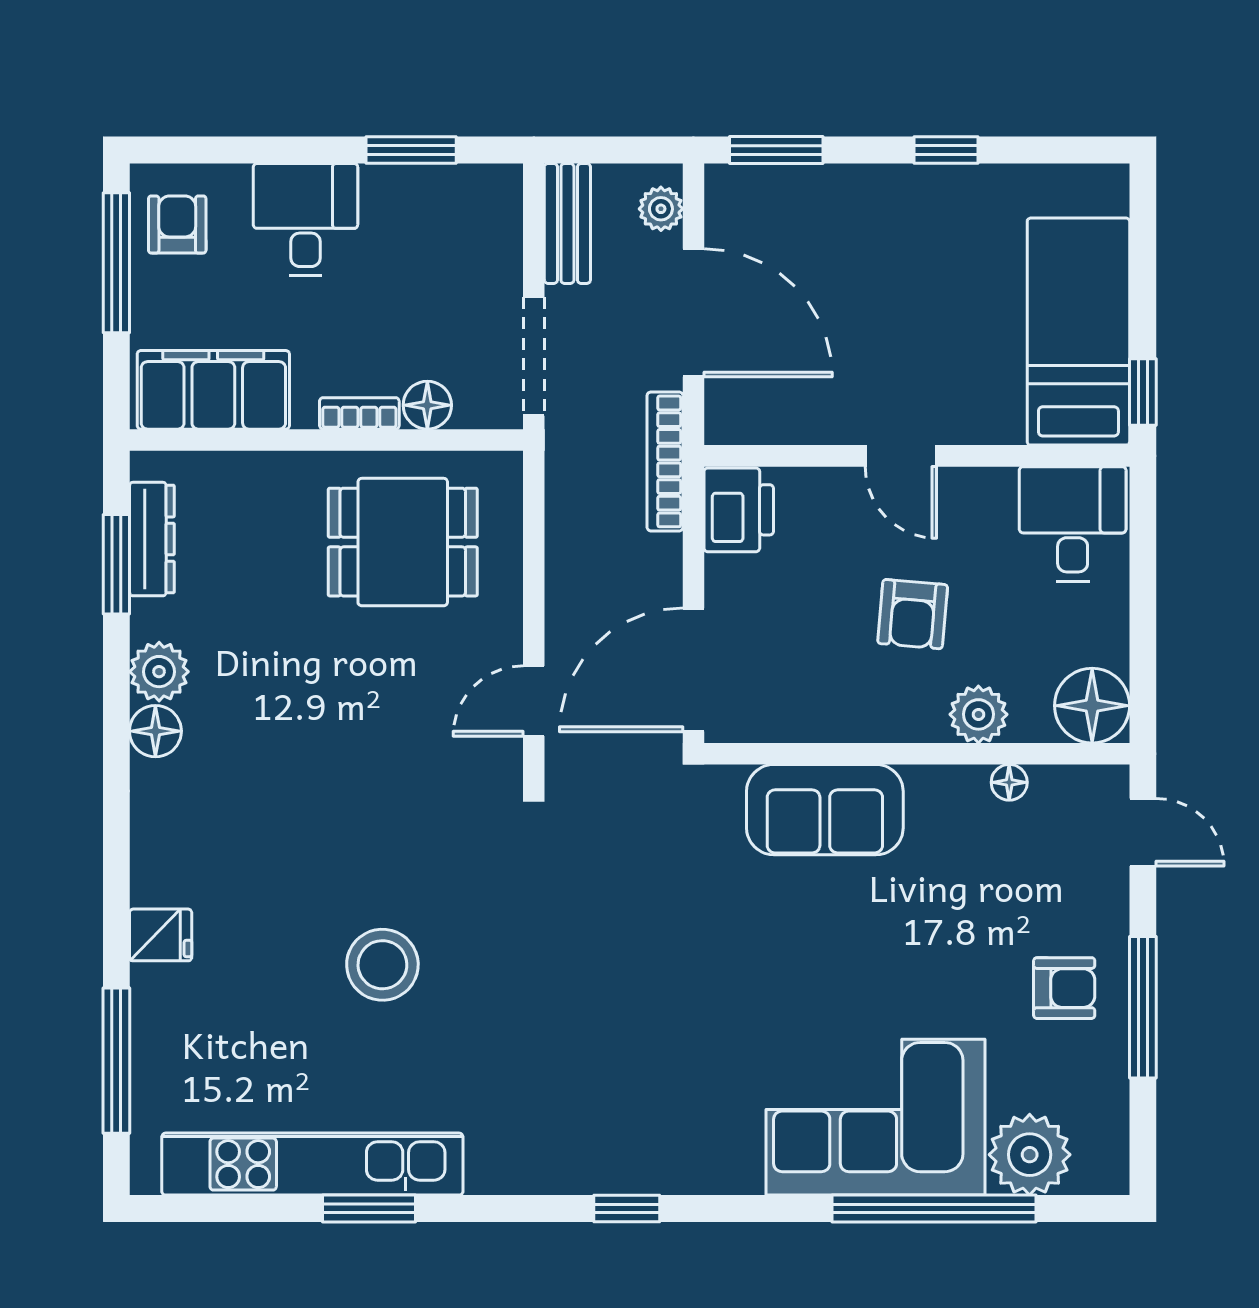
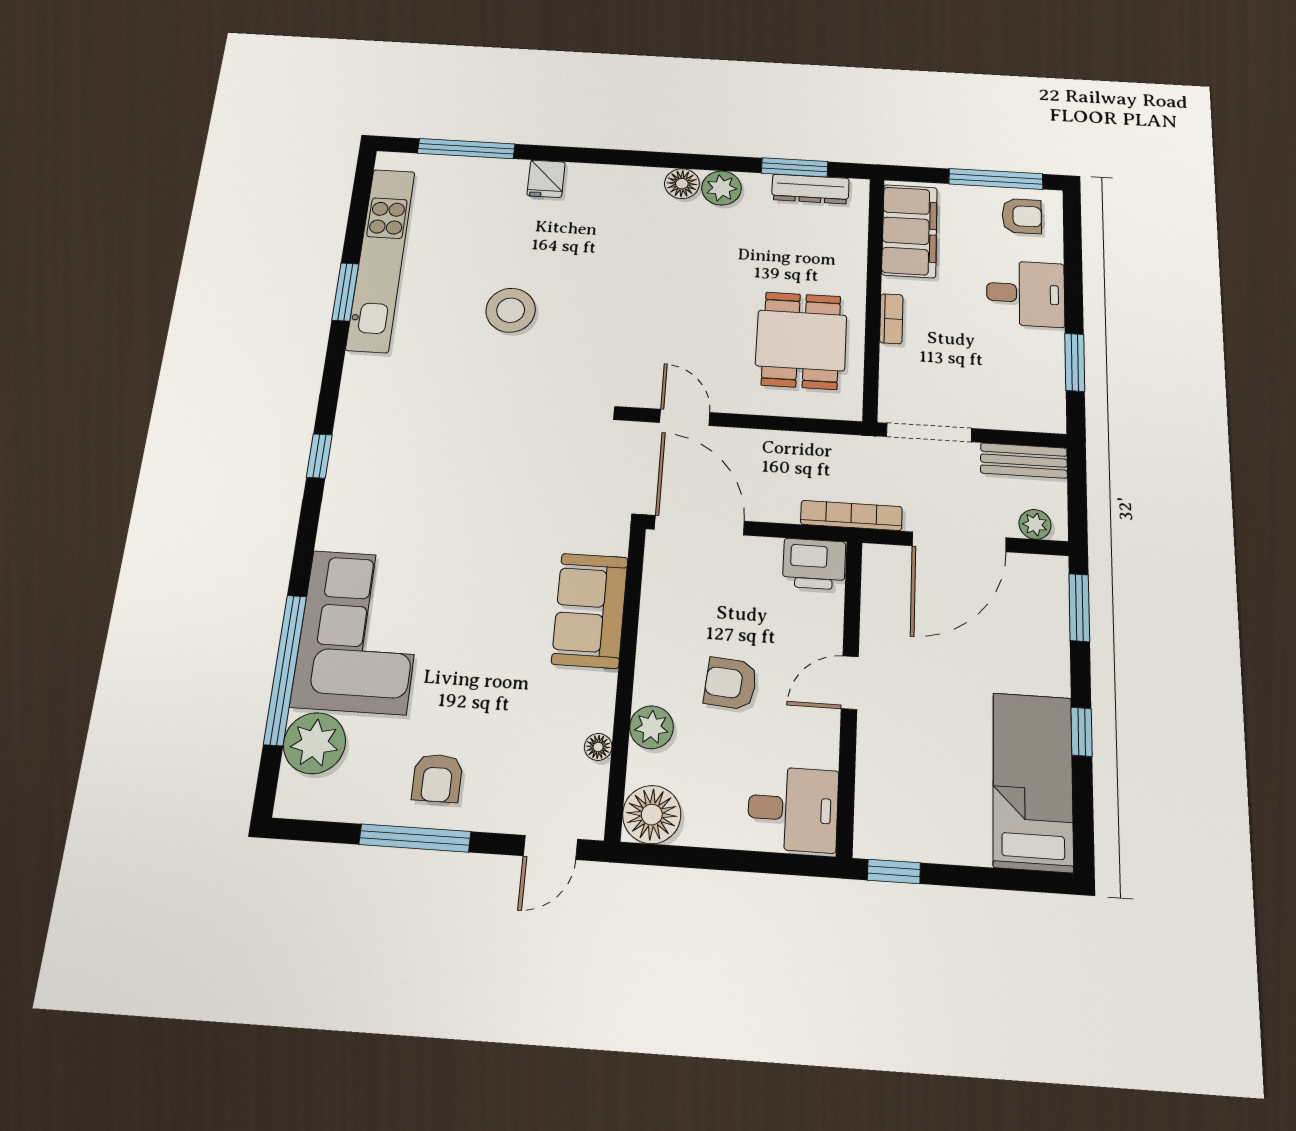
bed: (1078, 332) -> (1033, 782), moved, turned -90
floor lamp: (427, 405) -> (896, 362), removed

